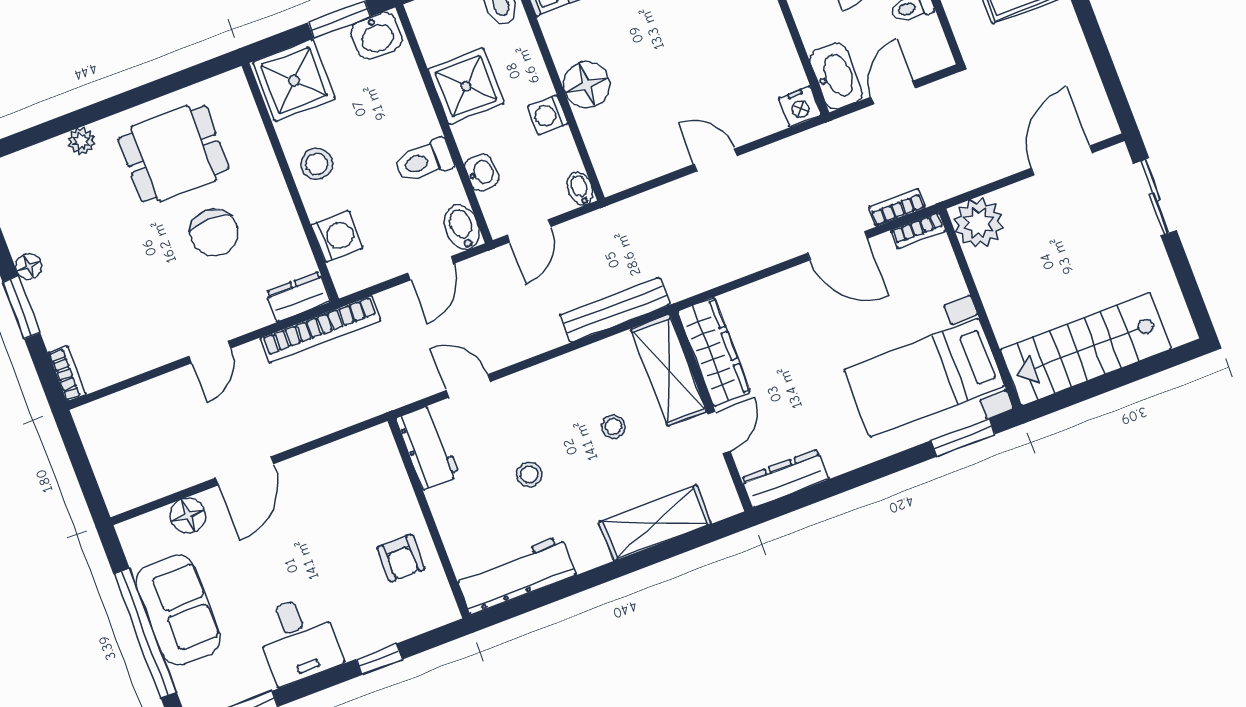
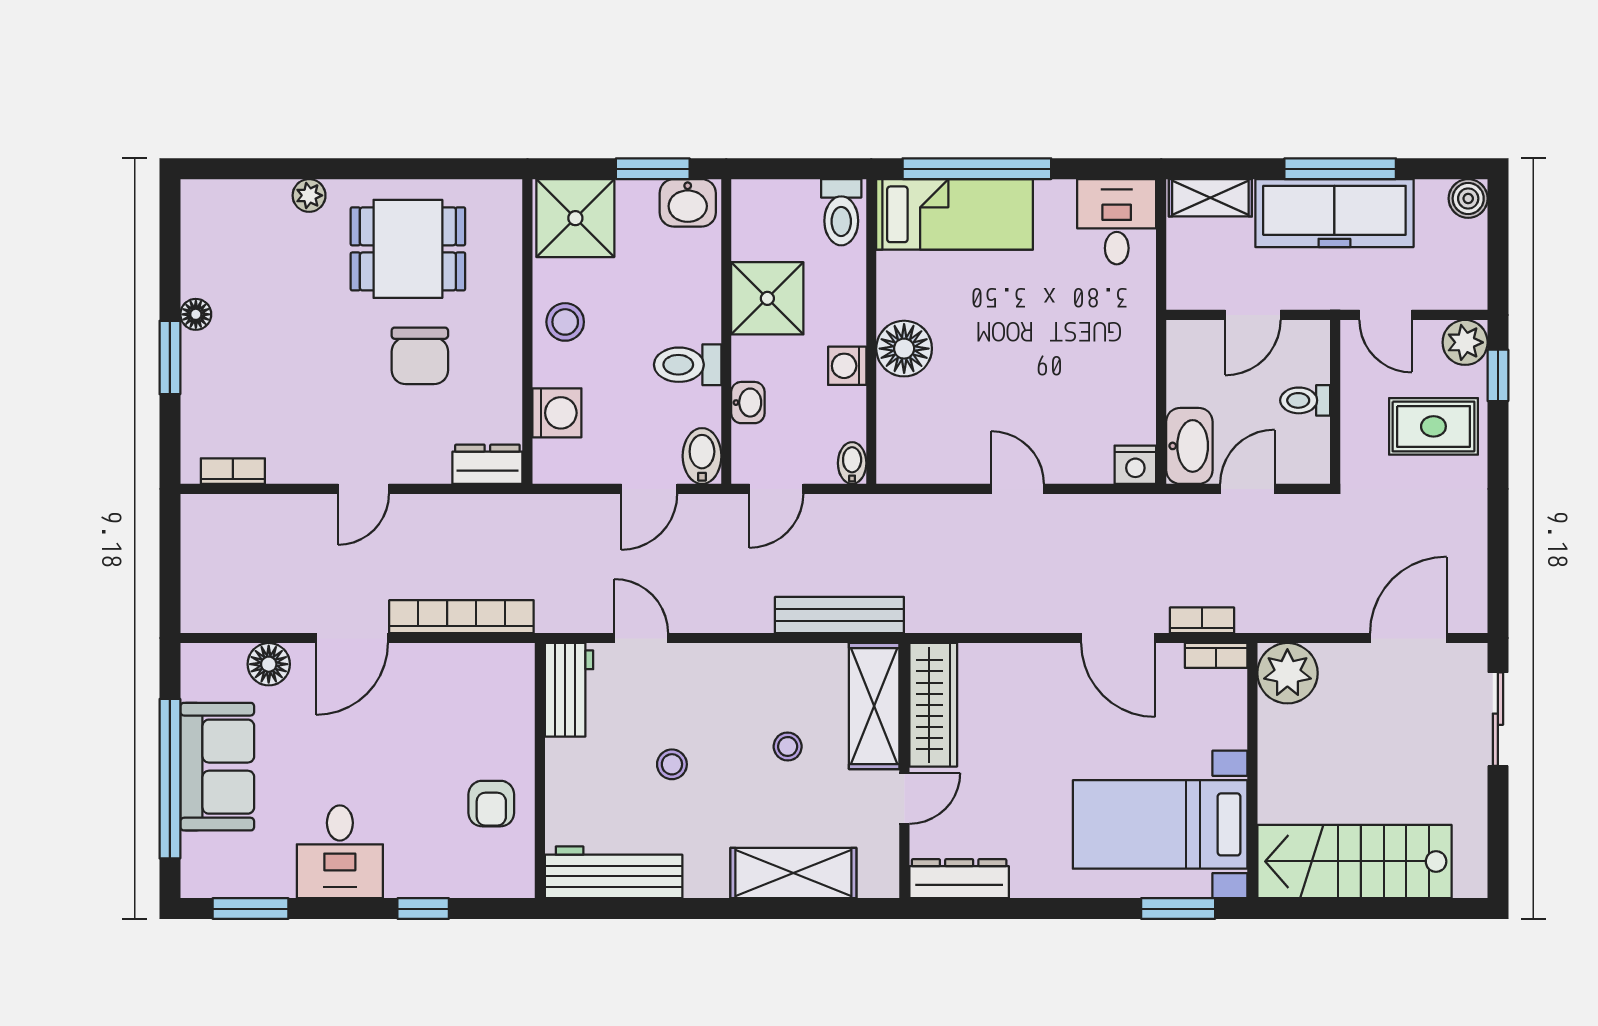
bookcase: (321, 329) -> (461, 617), moved, turned 180
bookcase: (67, 374) -> (233, 471), moved, turned -90

